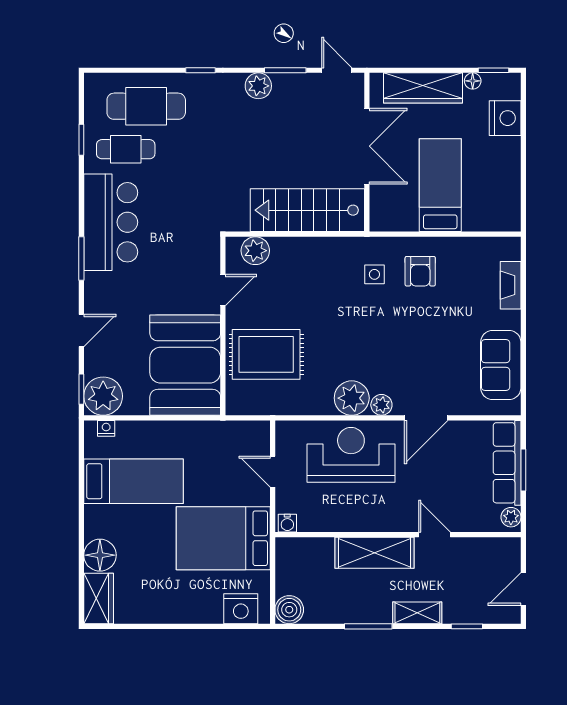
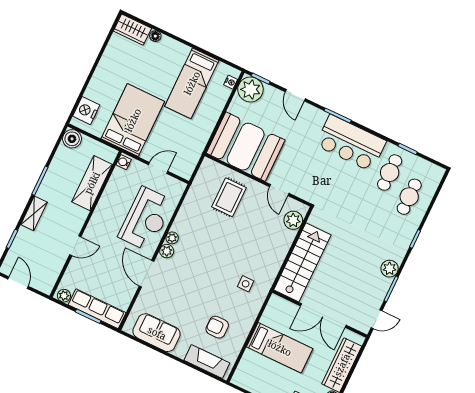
cafe table: (146, 106) -> (409, 197), width x0.73, depth x0.74
armchair: (420, 271) -> (217, 327), moved
fireplace: (511, 285) -> (207, 362), width x1.37, depth x1.32
rug: (266, 354) -> (229, 197), width x0.73, depth x0.70
plant: (352, 398) -> (172, 238), width x0.53, depth x0.53
shelving: (374, 553) -> (92, 183), moved
floor lamp: (100, 555) -> (155, 36), width x0.53, depth x0.53

